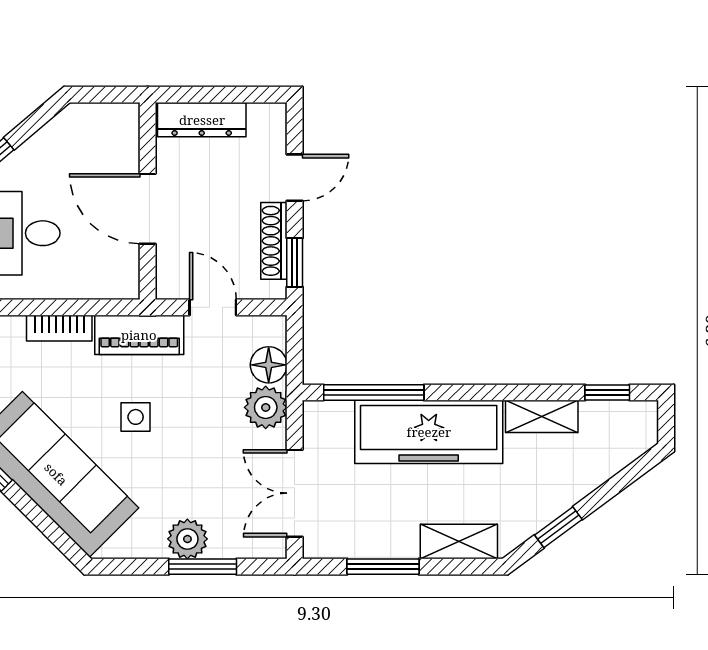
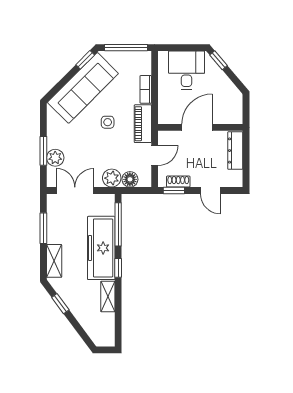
shoe rack: (274, 241) -> (178, 182), width x0.70
window: (607, 392) -> (118, 268), moved
plant: (187, 539) -> (55, 158), moved

